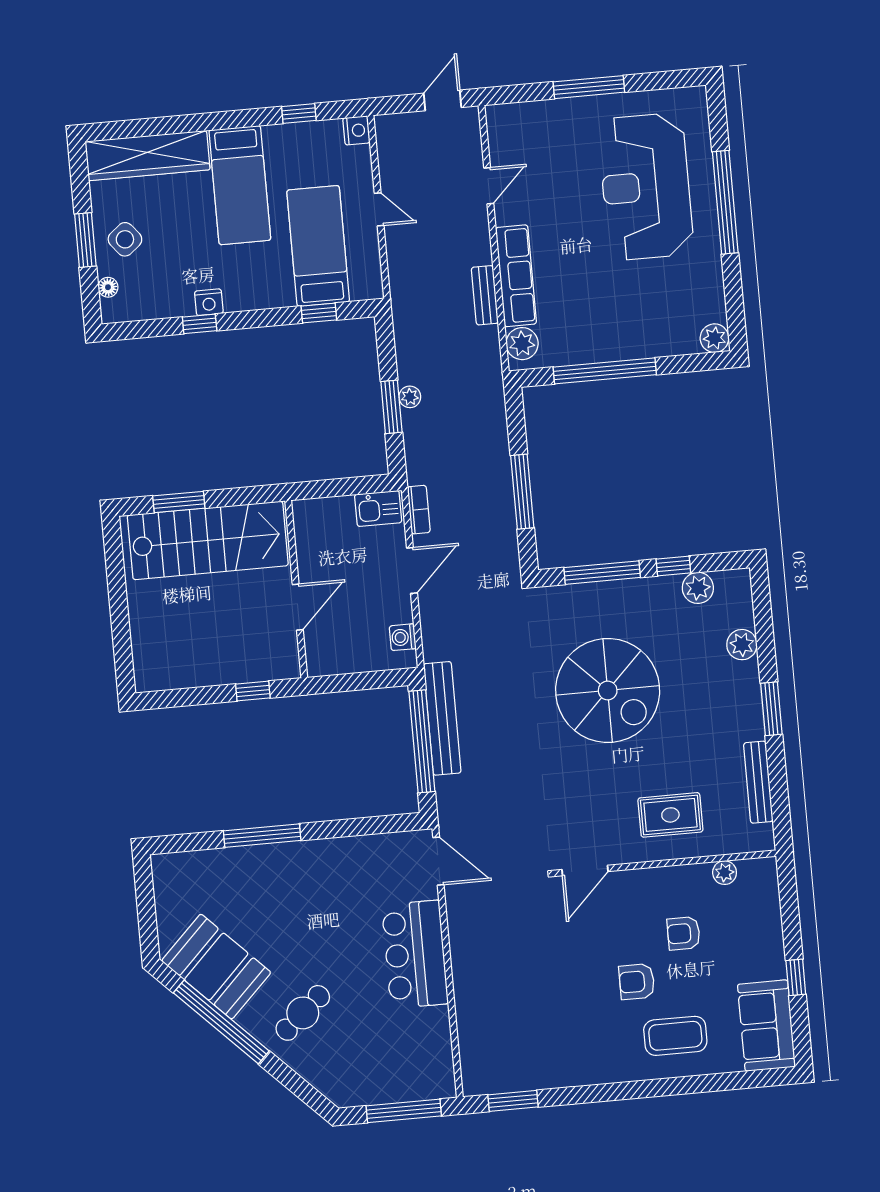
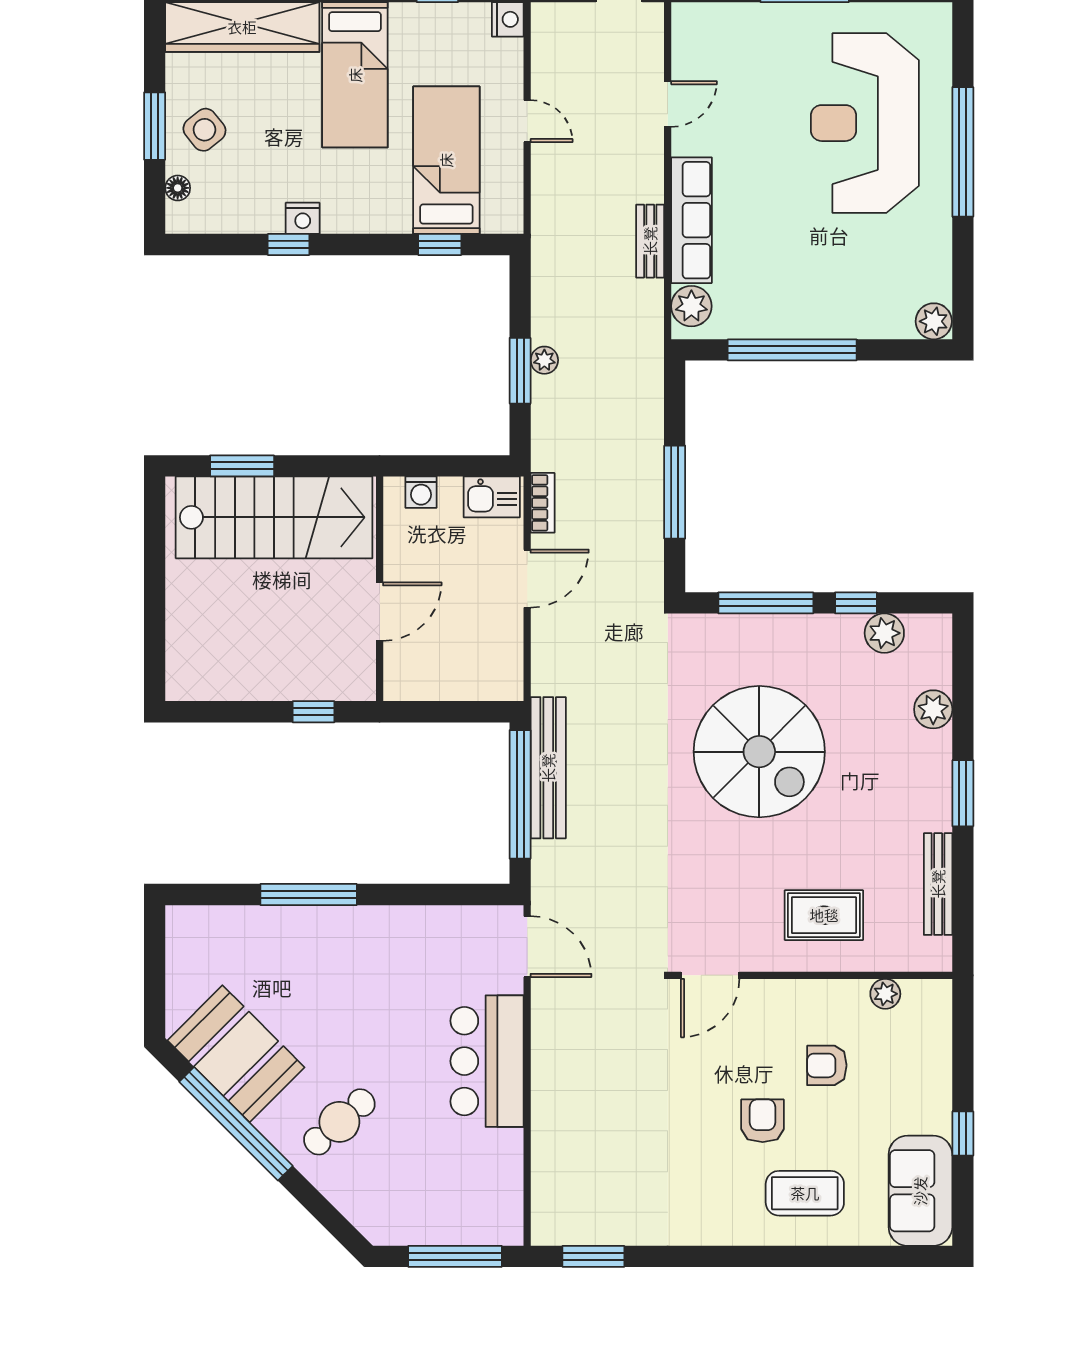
washing machine: (403, 637) -> (421, 492), moved, turned -90
armchair: (637, 982) -> (763, 1121), turned 90

